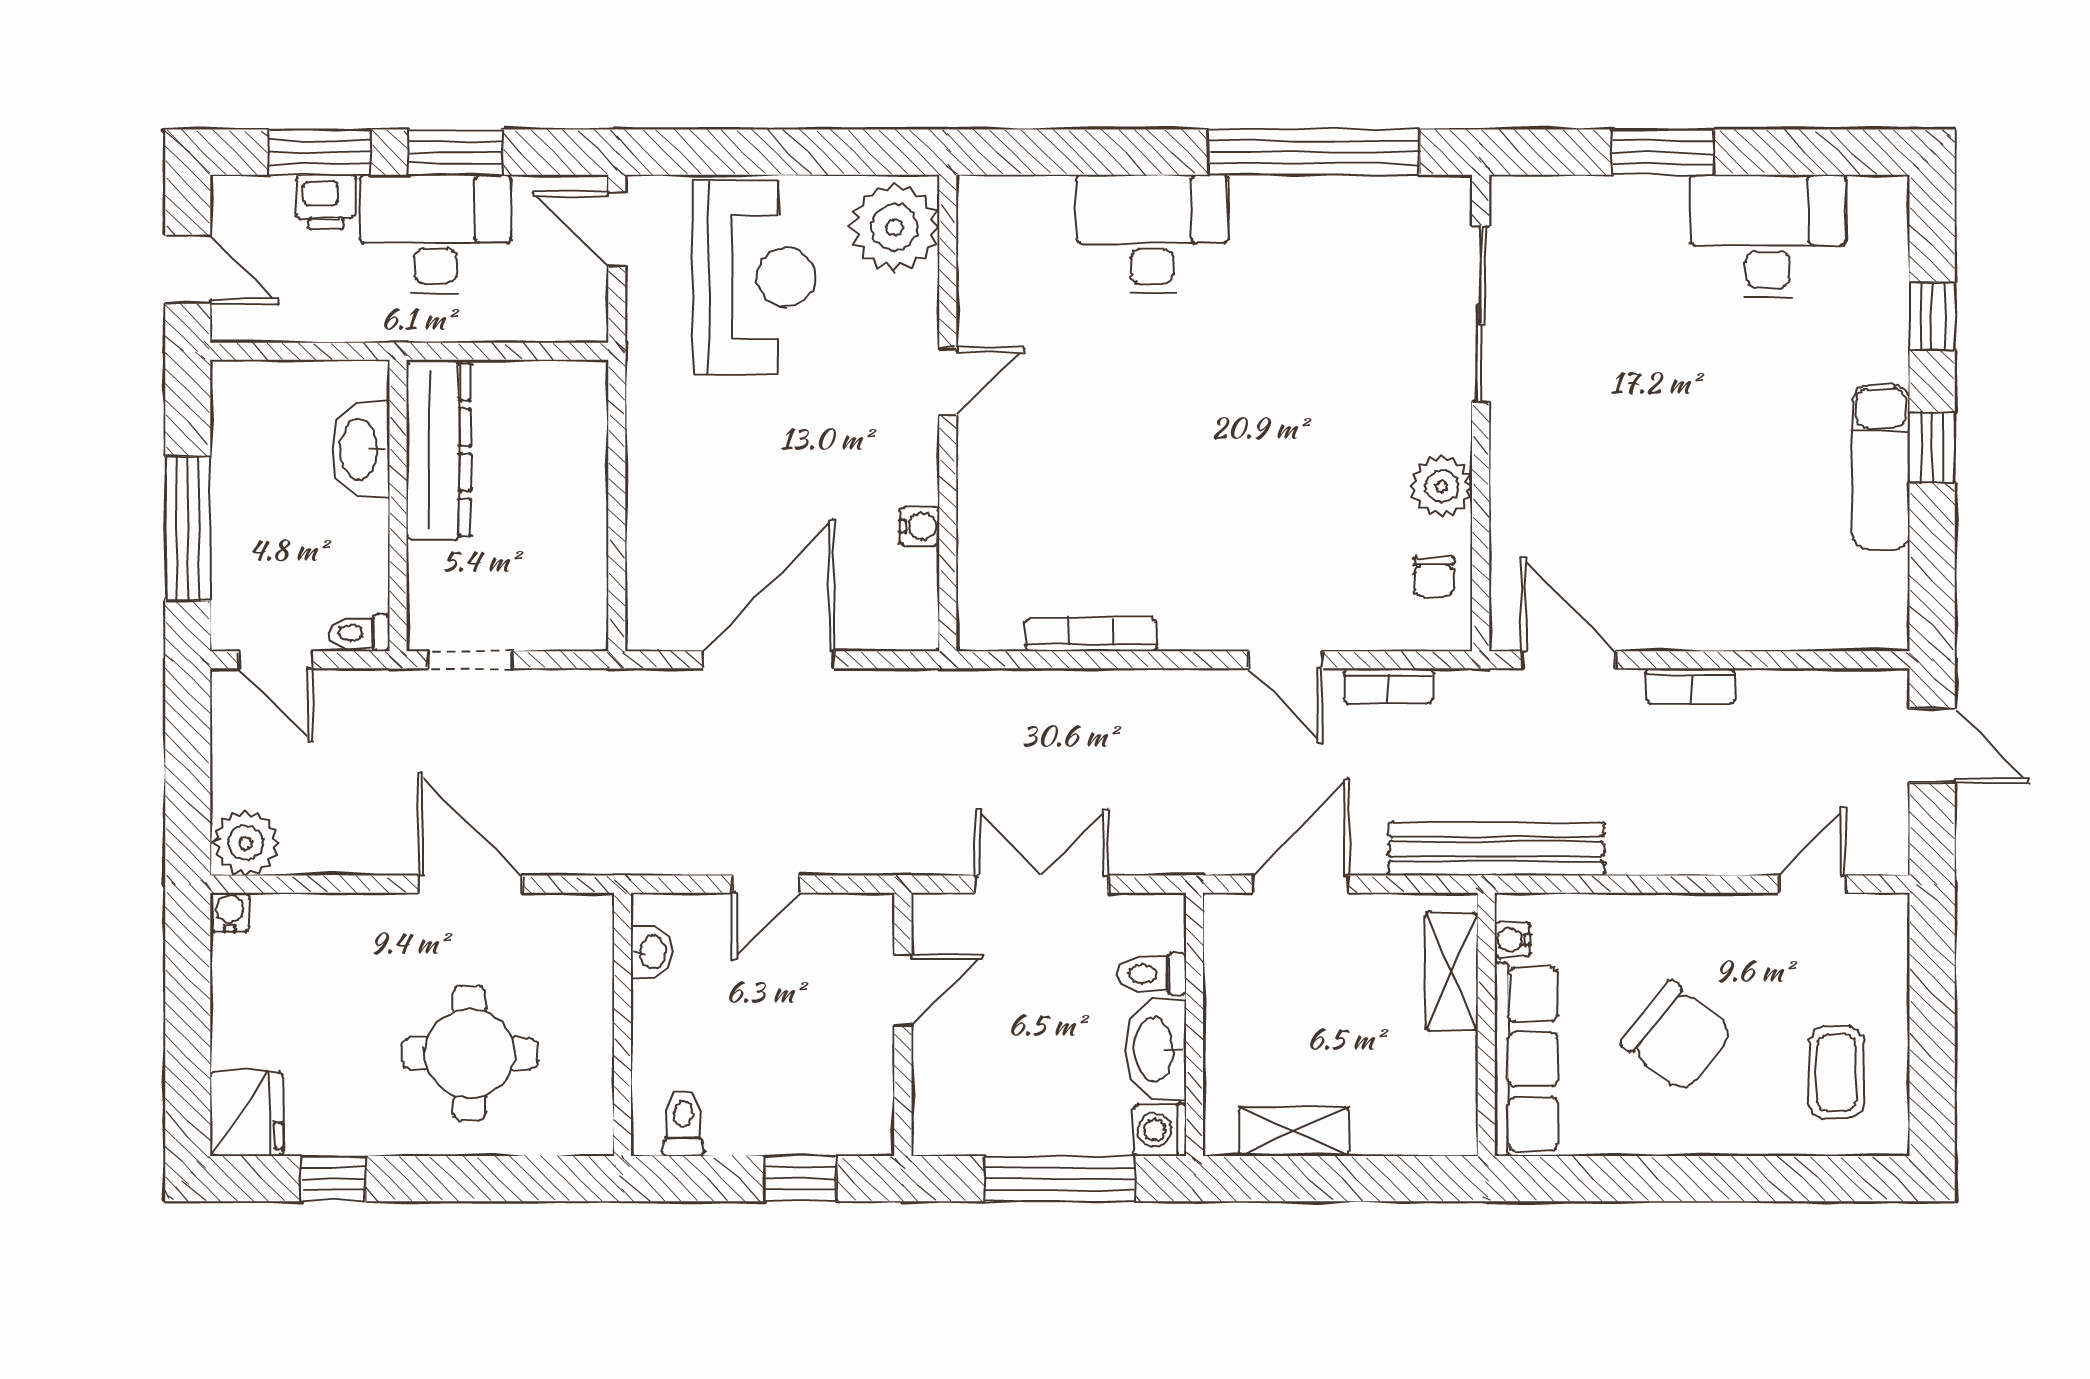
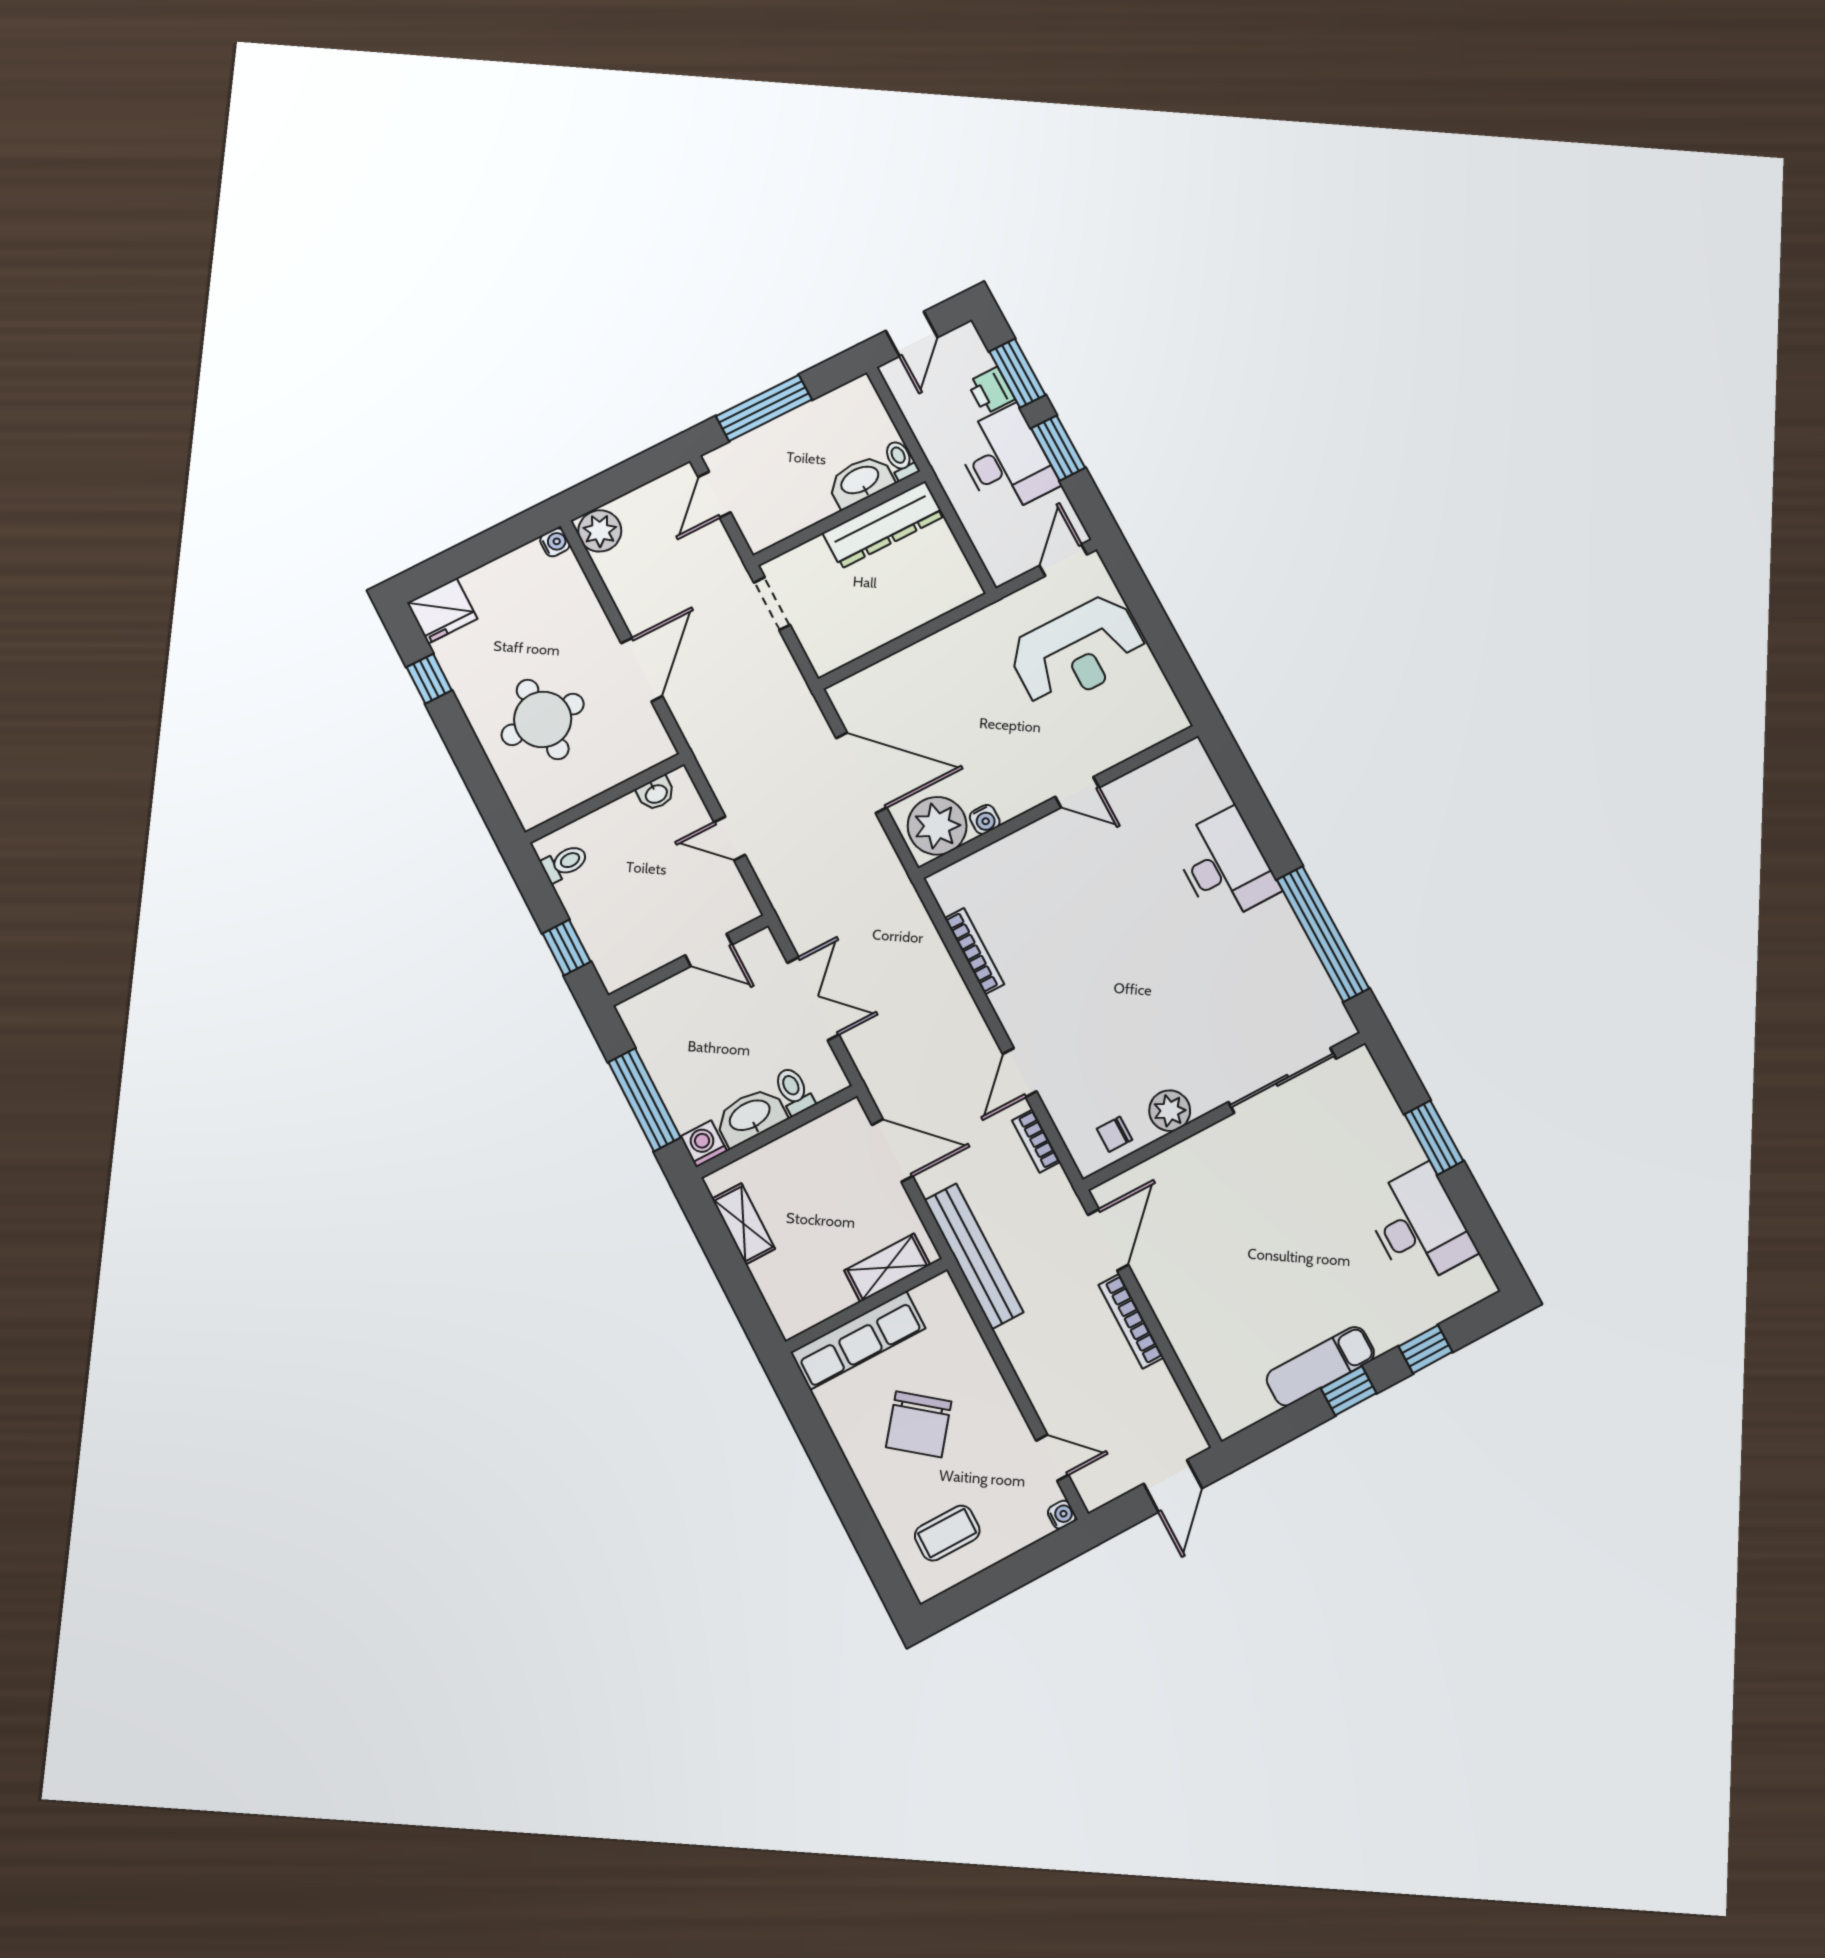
plant: (895, 227) -> (937, 826), moved
toilet: (359, 633) -> (901, 460), moved
bookcase: (1691, 686) -> (1131, 1321), width x1.56
water cooler: (1512, 940) -> (1062, 1515), moved, turned 90

